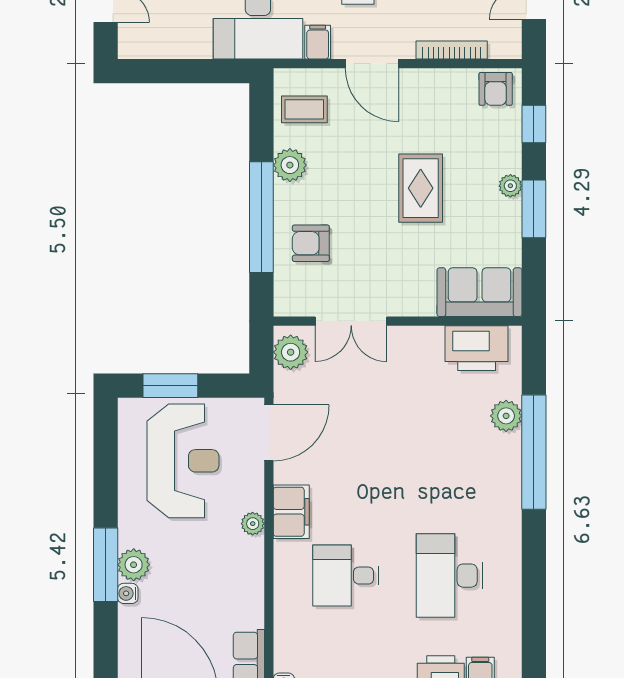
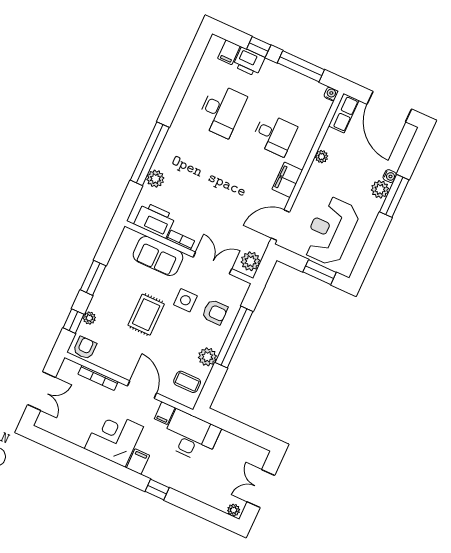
plant: (510, 186) -> (89, 318), moved
side table: (367, 241) -> (185, 300), added
sofa: (479, 292) -> (158, 256), moved
bookcase: (420, 335) -> (181, 240), added
plant: (253, 524) -> (322, 157), moved

